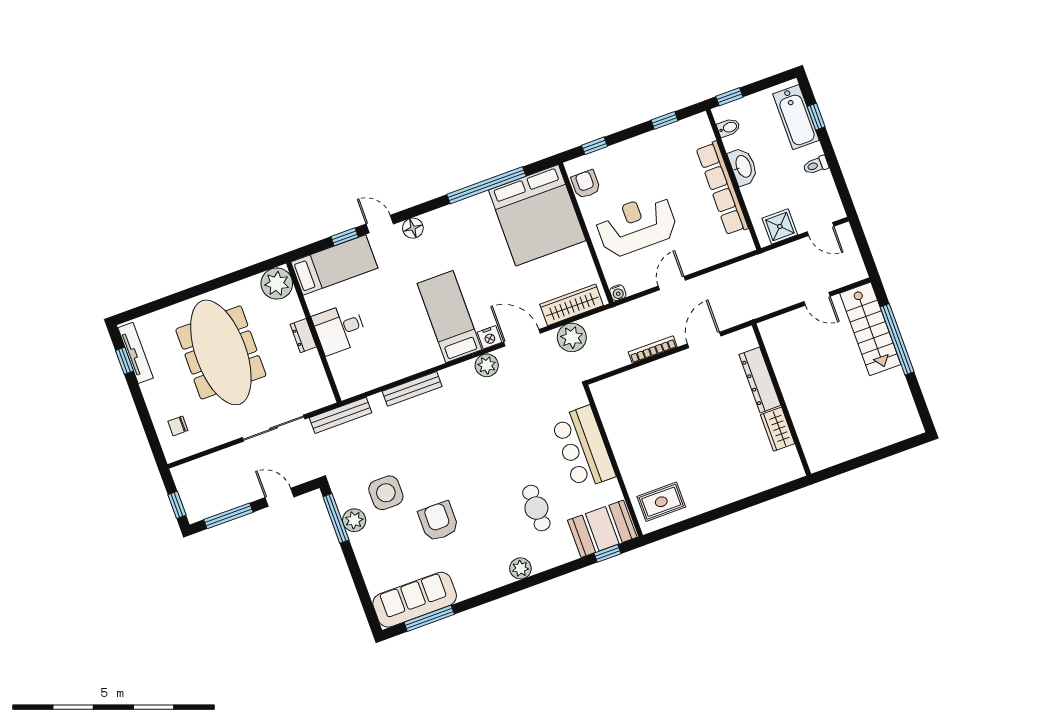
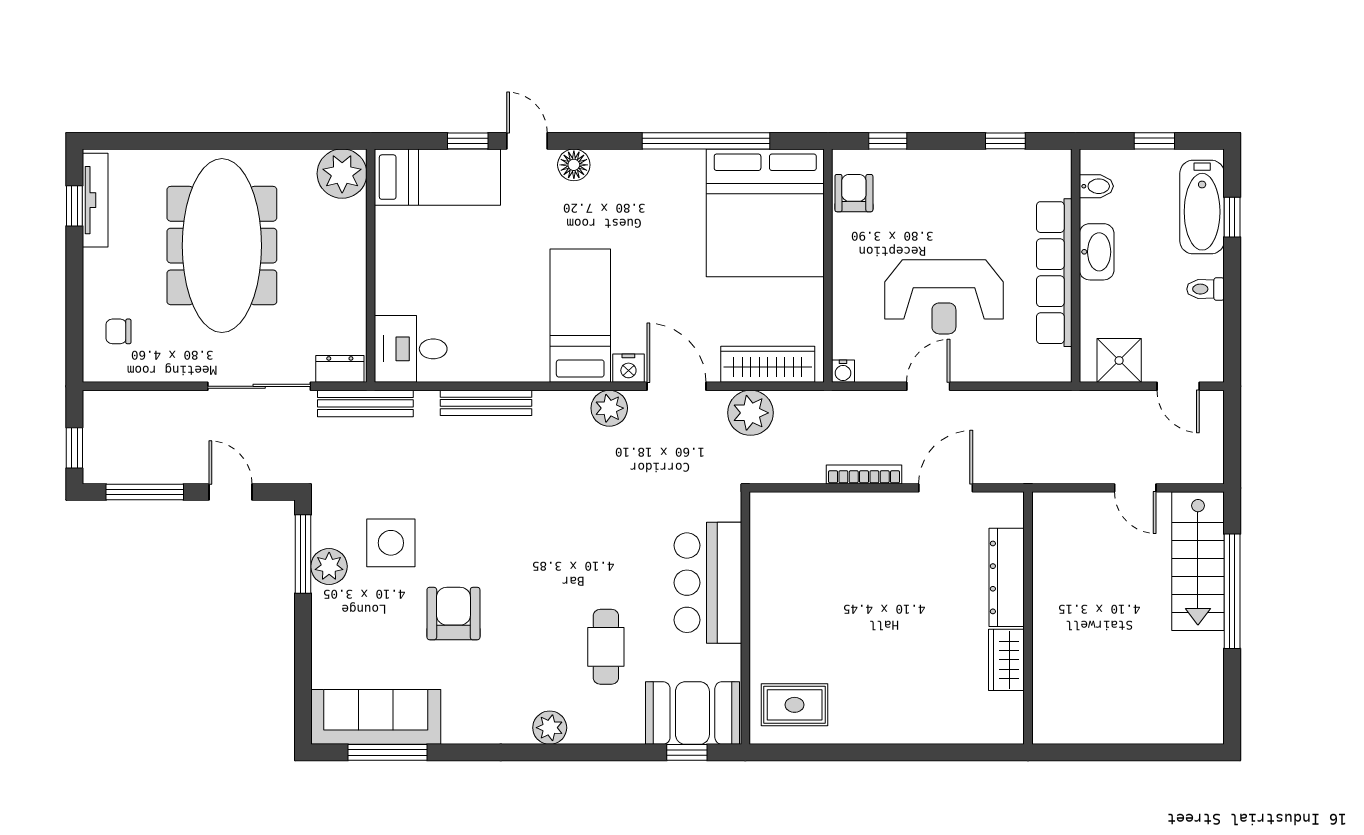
window: (729, 97) -> (1154, 141), moved
reception desk: (636, 225) -> (944, 297), moved, turned 180
desk: (340, 329) -> (411, 349), moved
dresser: (303, 336) -> (340, 369), moved, turned 90

